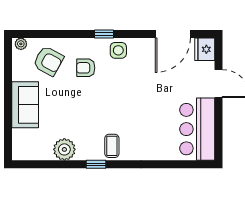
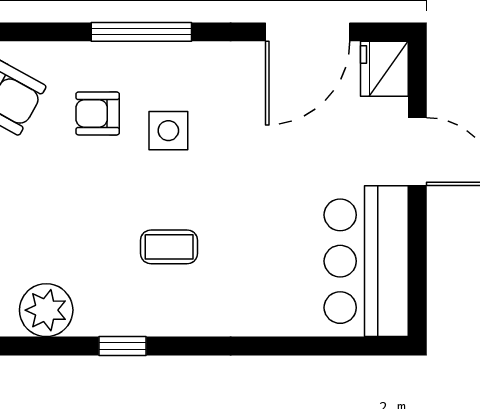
window: (104, 34) -> (141, 32), width x2.17
side table: (118, 50) -> (168, 131), moved
coffee table: (112, 146) -> (169, 247), moved, turned 90

